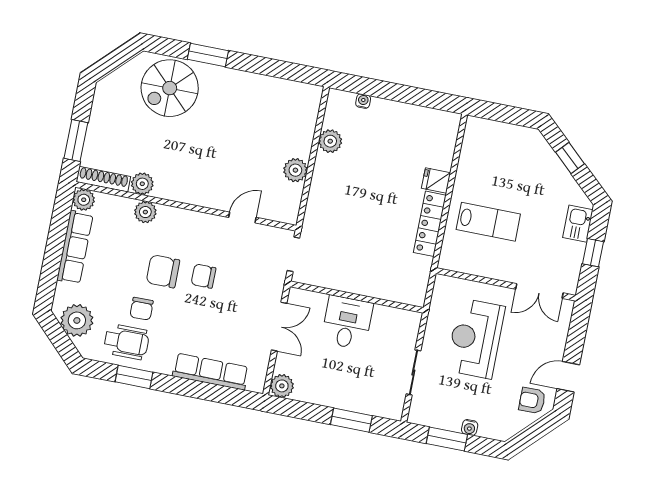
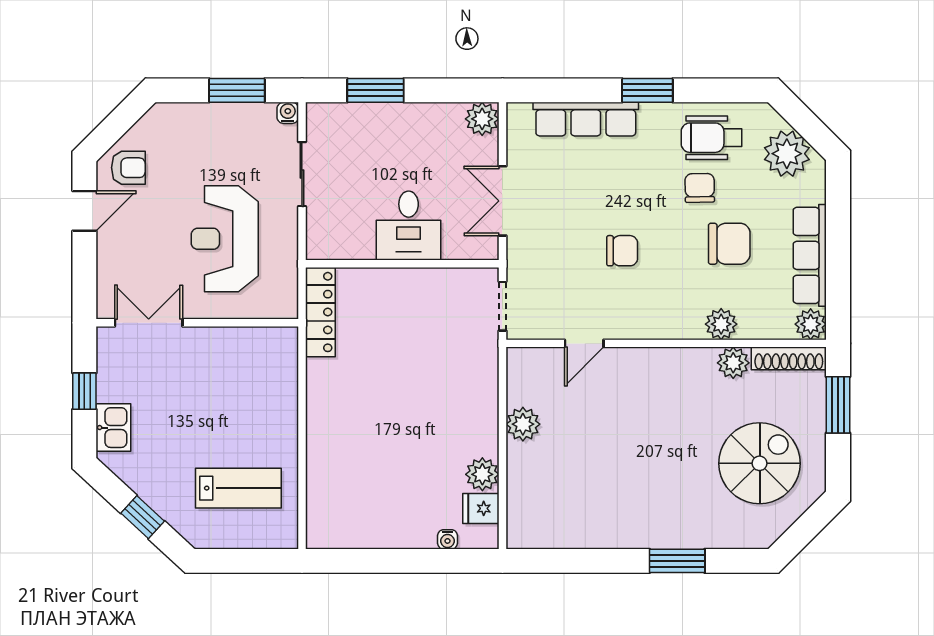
spiral stairs: (170, 88) -> (760, 463), moved
fridge: (436, 180) -> (481, 508), moved, turned 180
lab bench: (488, 222) -> (238, 488), moved, turned 180
locker: (430, 224) -> (320, 312), moved
chair: (163, 271) -> (729, 244), moved
reception desk: (475, 338) -> (225, 239), turned 180
window: (134, 377) -> (647, 90), moved
water cooler: (470, 427) -> (288, 113), moved

